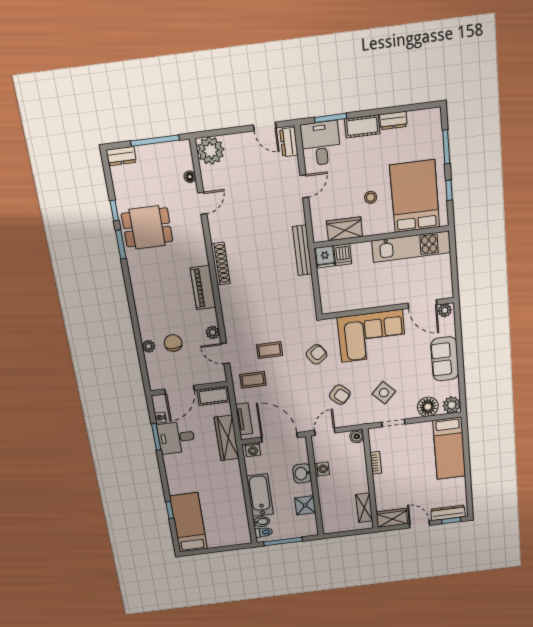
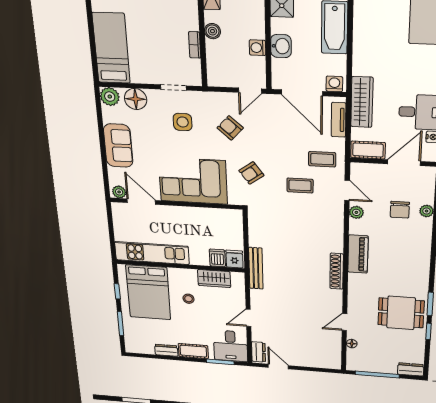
plant: (211, 151) -> (329, 359), removed
side table: (384, 393) -> (183, 122), turned 45
boiler: (357, 436) -> (212, 31), moved

